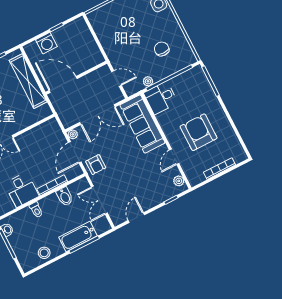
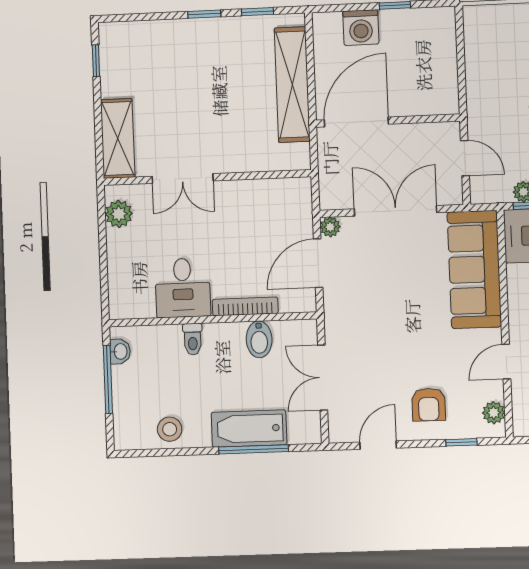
door: (63, 84) -> (356, 122), hinge flipped
double door: (97, 115) -> (396, 211), swing flipped
armchair: (96, 165) -> (429, 405), moved

